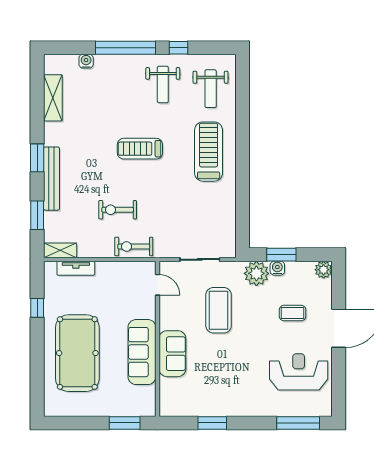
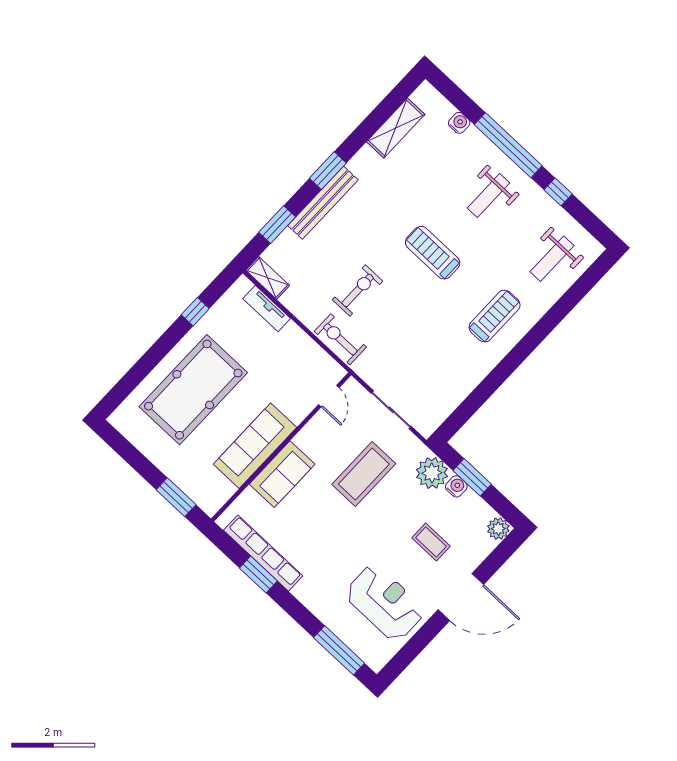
weight bench: (163, 84) -> (488, 196), moved
treadmill: (209, 152) -> (495, 316), width x0.73, depth x0.73
exercise bike: (118, 210) -> (358, 290), turned 90
row of seats: (204, 408) -> (263, 553), added

